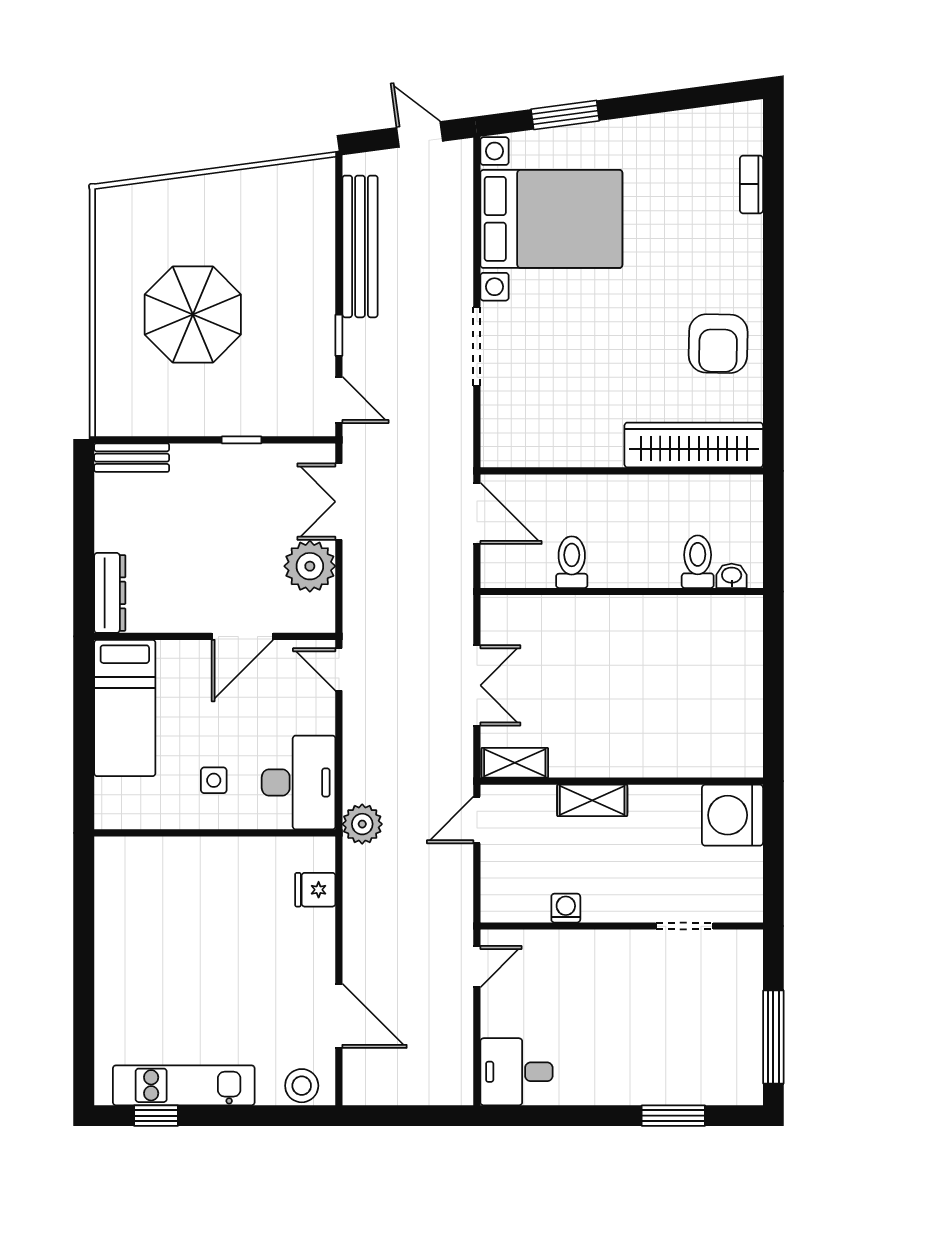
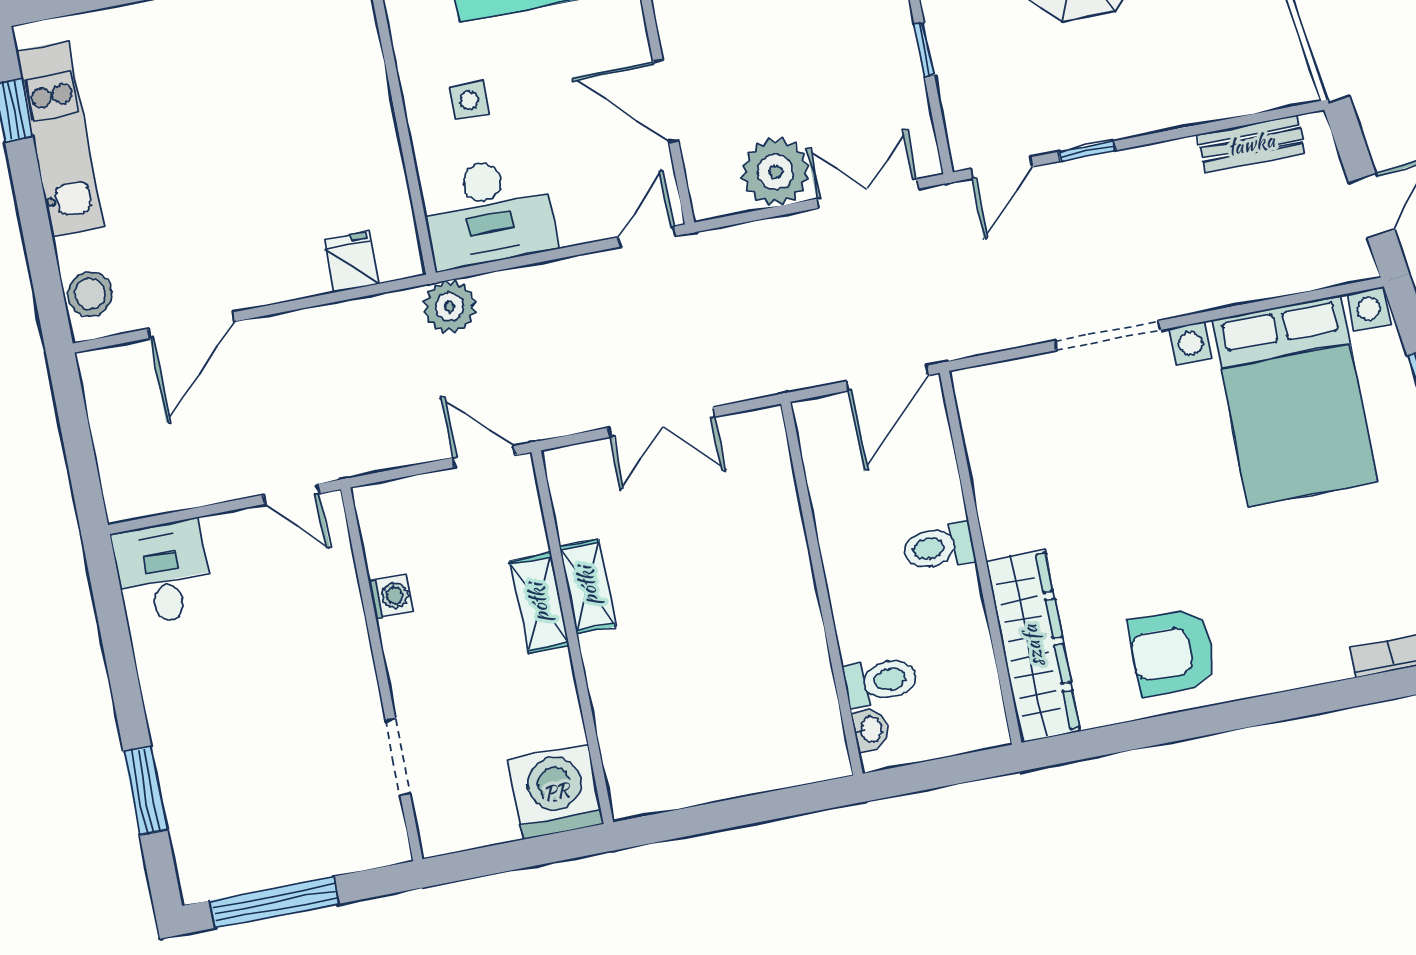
bench: (360, 246) -> (1251, 144), width x0.54, depth x0.82
toilet: (572, 562) -> (938, 547), moved, turned 180
shelving: (515, 763) -> (588, 586), moved

